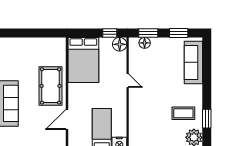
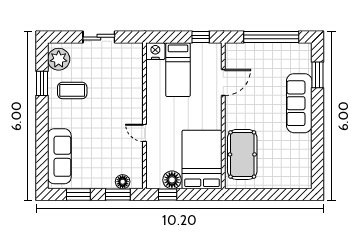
floor lamp: (120, 44) -> (172, 180), moved
pool table: (51, 86) -> (242, 154), moved

